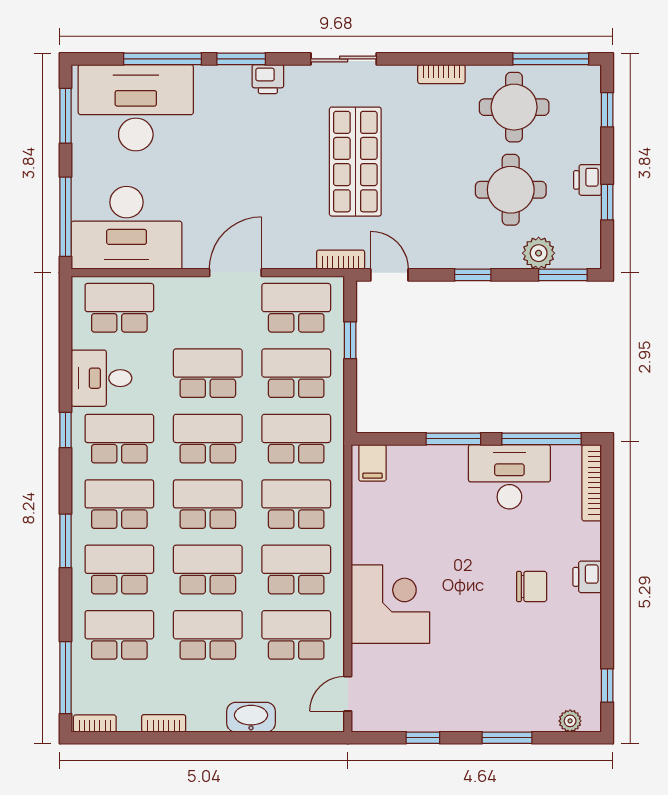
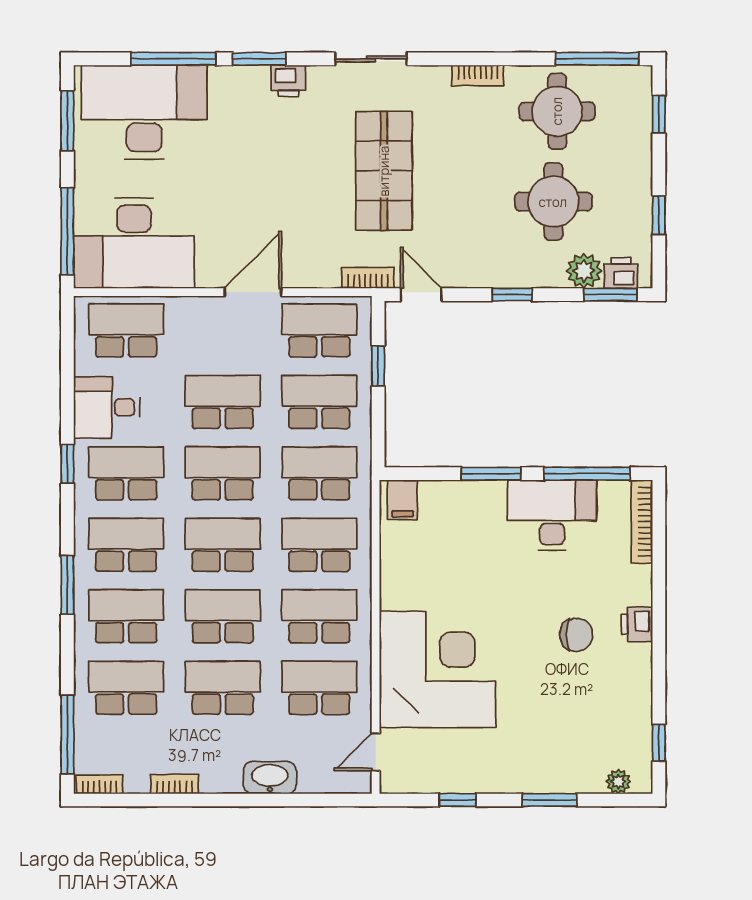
printer: (587, 180) -> (621, 273), moved, turned 90
corner desk: (390, 604) -> (437, 669), width x1.36, depth x1.36

